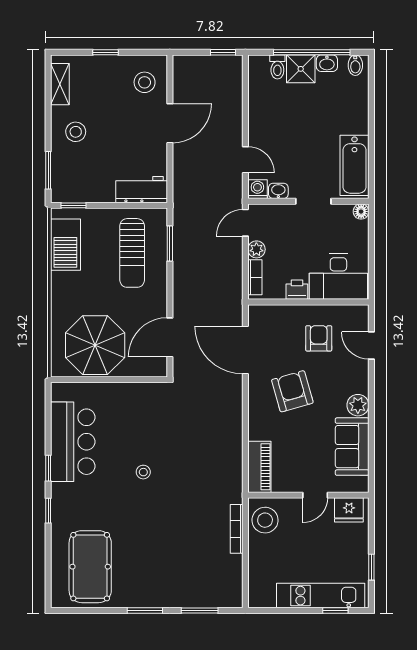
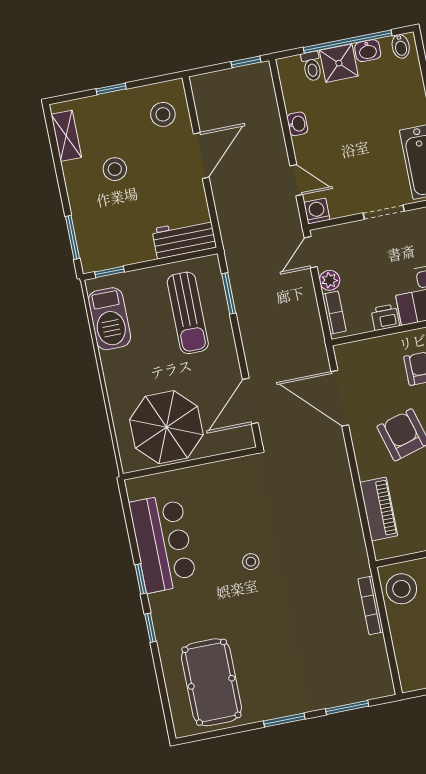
stool: (76, 132) -> (115, 169), moved
washbasin: (278, 191) -> (297, 124), moved, turned 90
piano: (259, 467) -> (379, 509), moved

